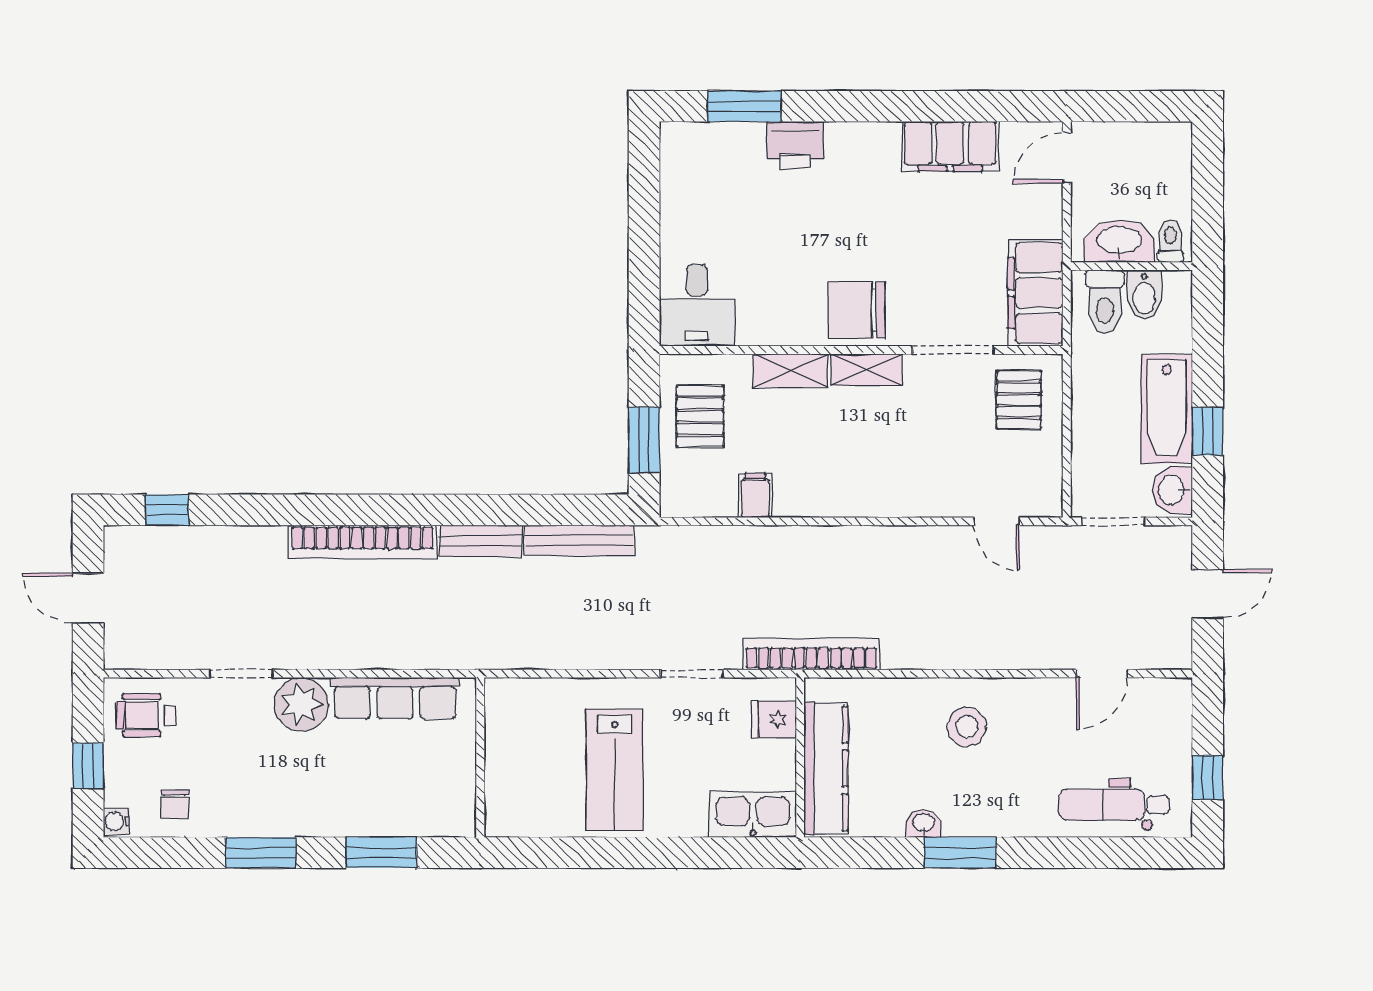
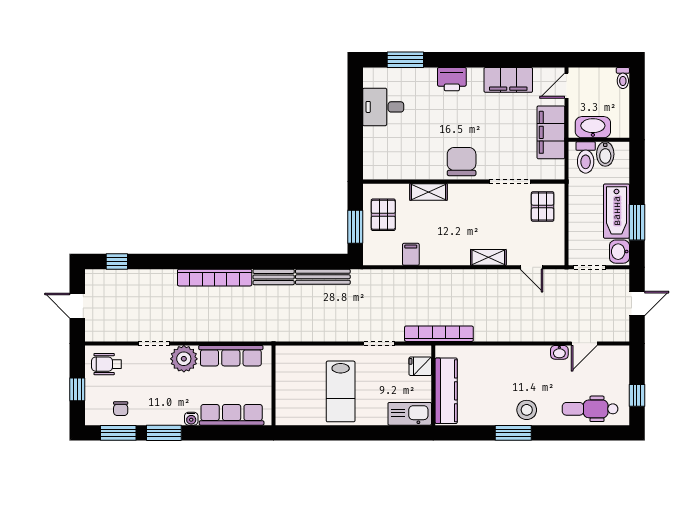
printer: (795, 145) -> (452, 79), moved
toilet: (1170, 241) -> (623, 78), moved, turned 180
filing cabinet: (1035, 293) -> (551, 132), moved
desk: (697, 305) -> (383, 107), moved, turned 90
chair: (857, 310) -> (462, 162), turned 90
shelving: (866, 370) -> (488, 257), moved
window: (1208, 431) -> (637, 222), width x1.50
stool: (967, 727) -> (527, 410), moved
row of seats: (397, 817) -> (232, 415), added
water cooler: (116, 821) -> (191, 419), moved, turned -90
washbasin: (923, 823) -> (559, 352), moved, turned 180
window: (381, 853) -> (118, 433), moved

